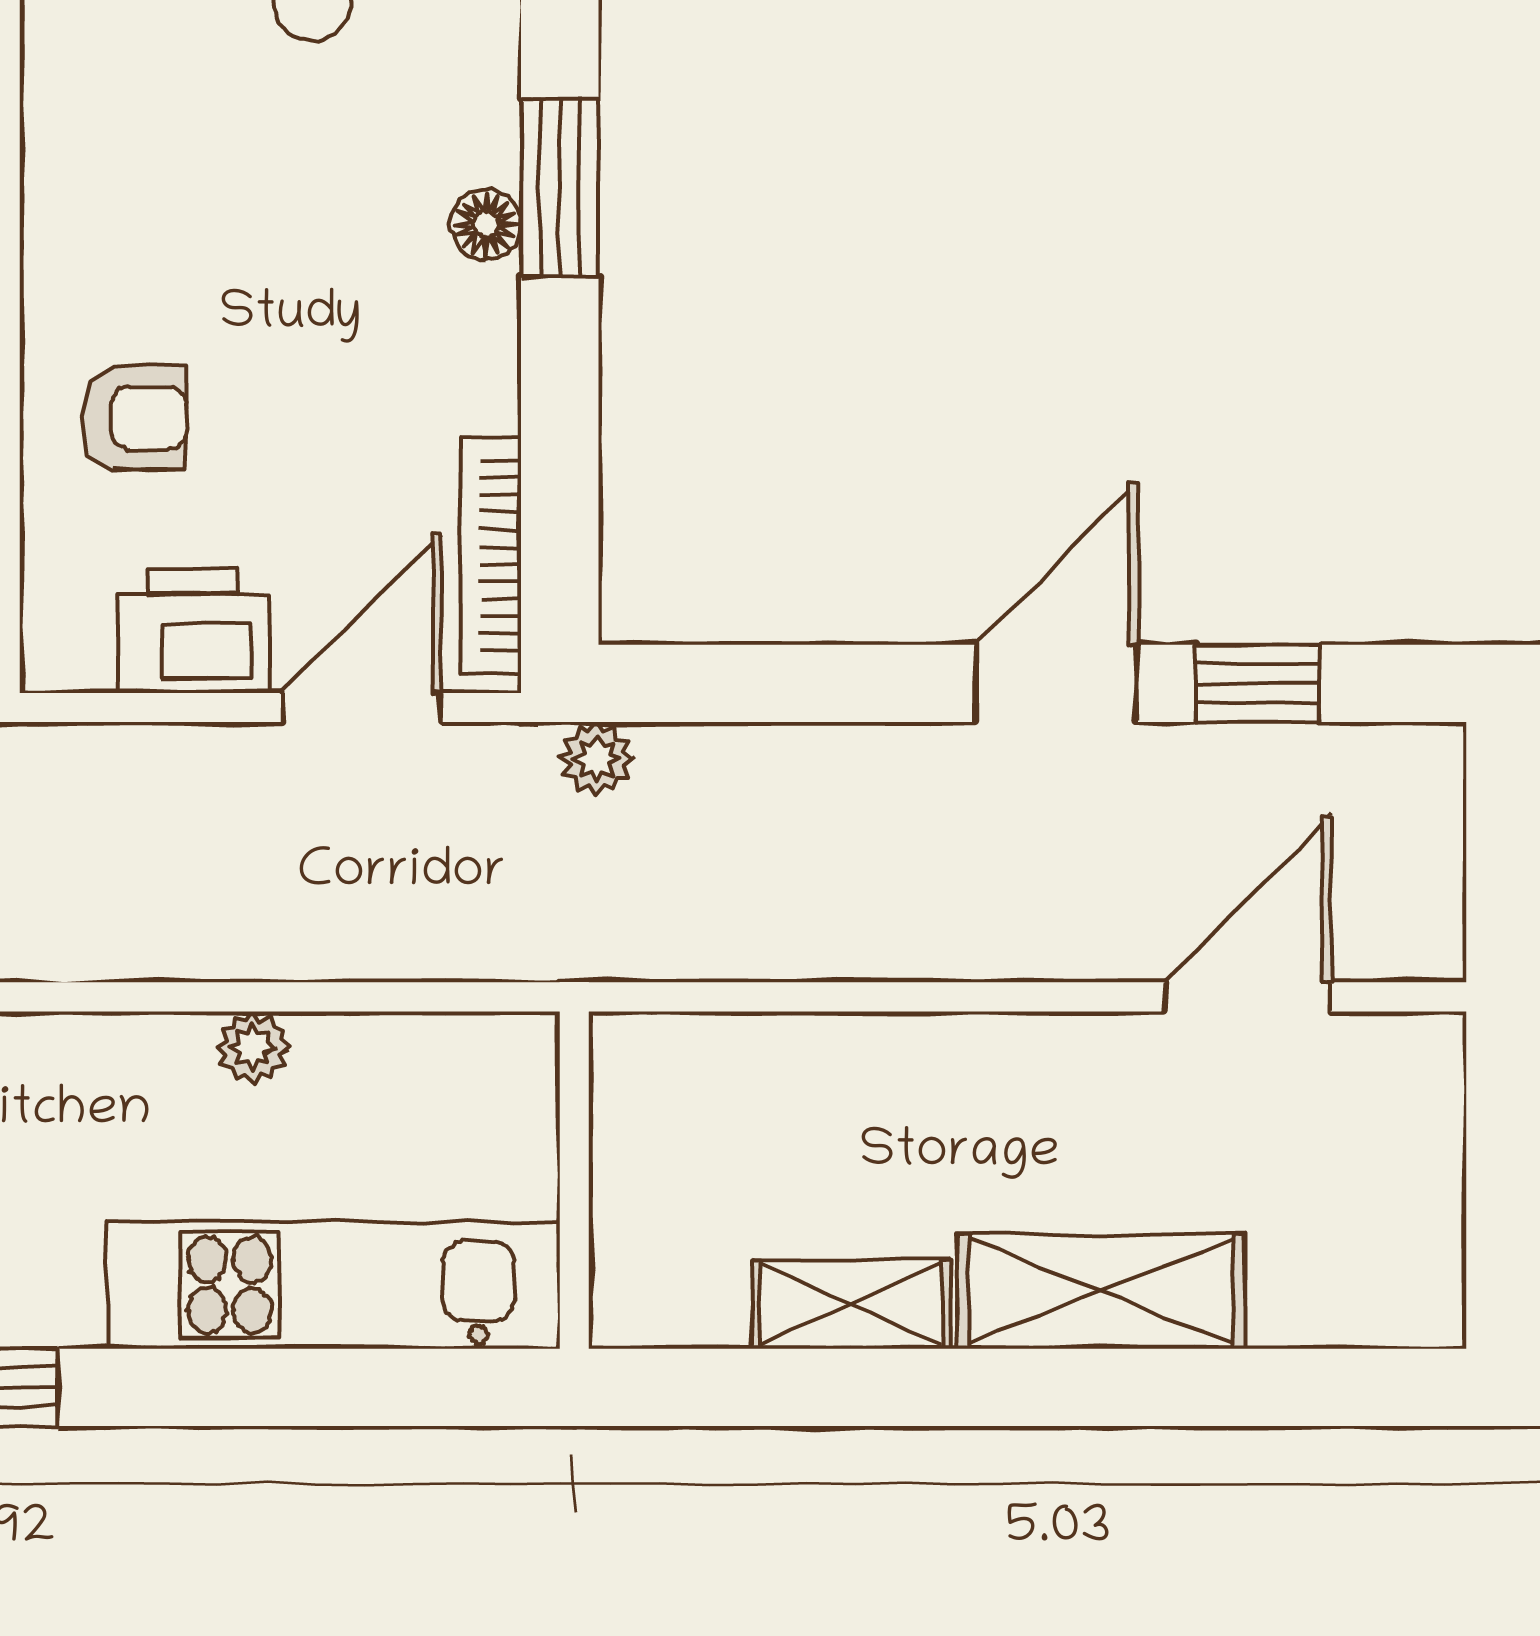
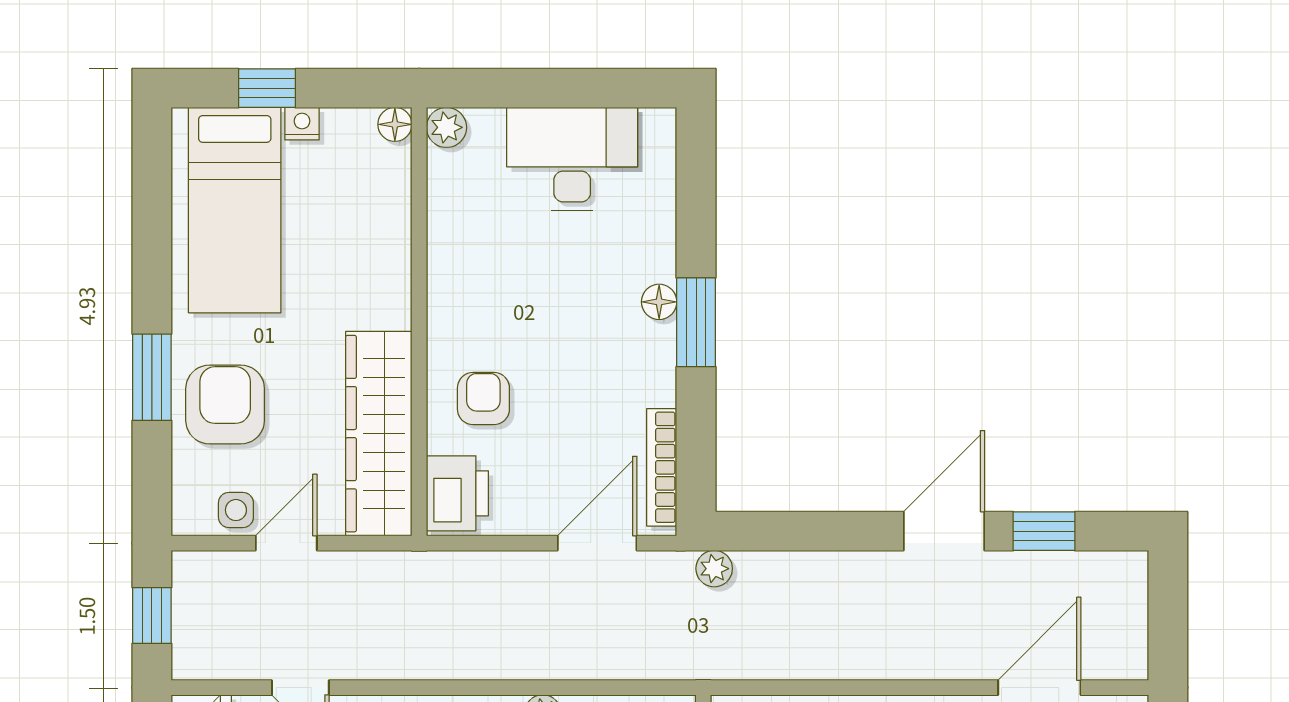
window: (560, 188) -> (696, 322), moved
armchair: (134, 418) -> (483, 399), turned -90
printer: (193, 631) -> (457, 493), moved, turned 90

